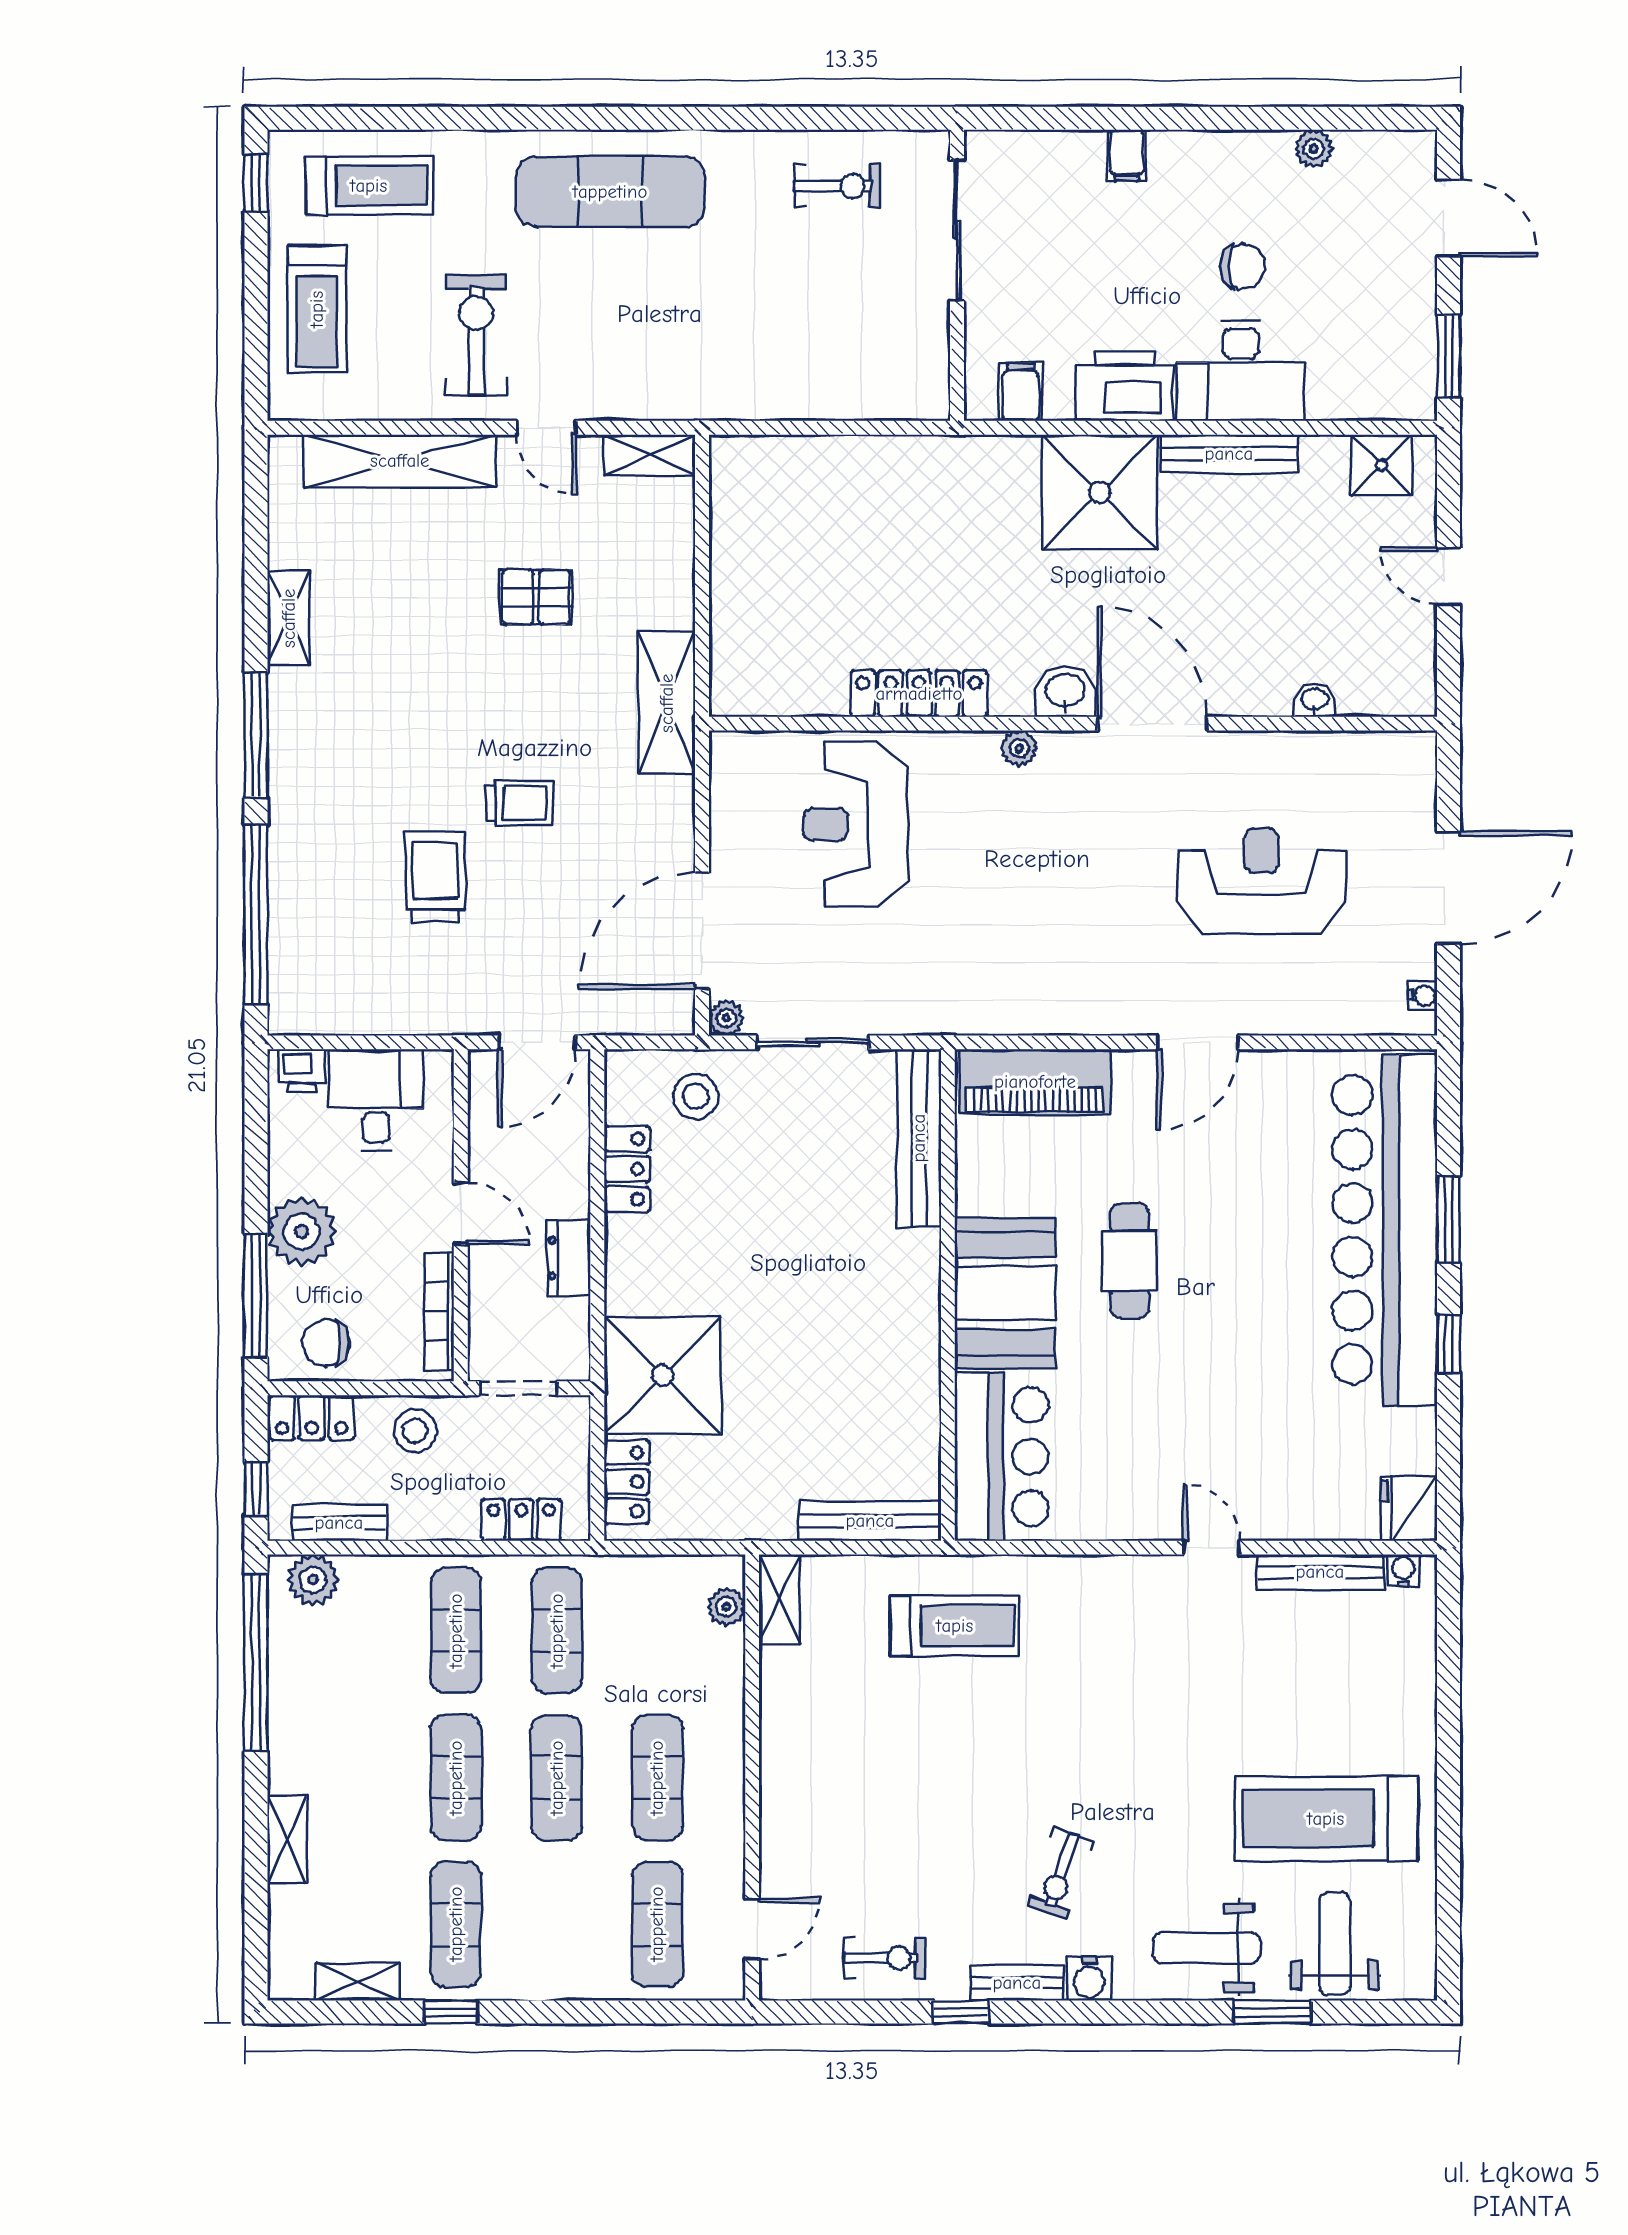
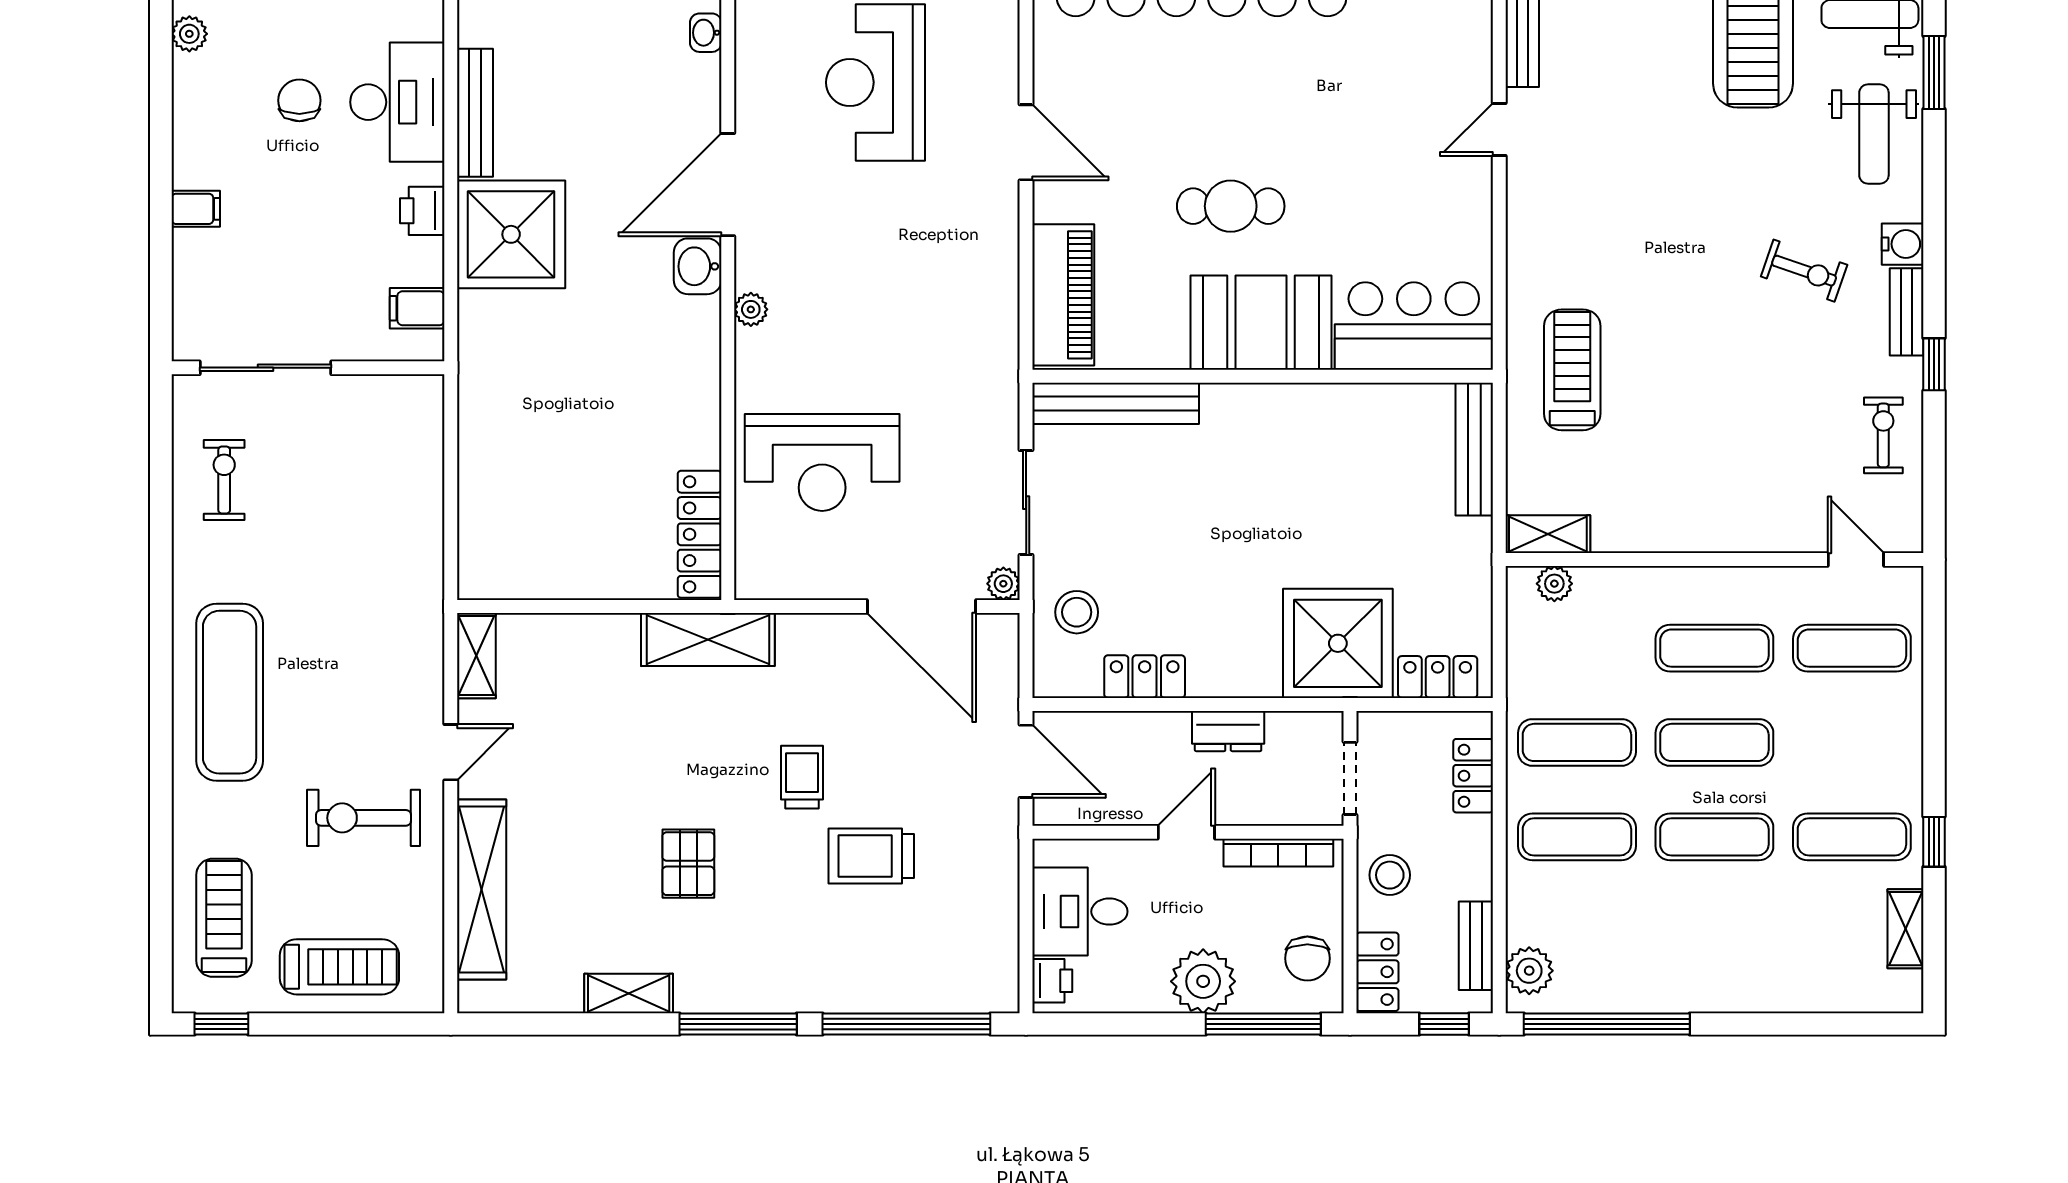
printer: (1125, 386) -> (422, 211), width x0.53, depth x0.68
pallet: (536, 597) -> (688, 864), moved
locker: (919, 694) -> (700, 534), moved
shelving: (287, 1840) -> (1773, 995), removed

